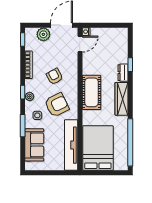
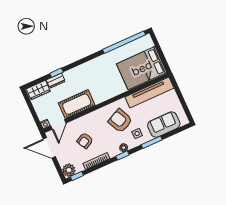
plant: (43, 34) -> (69, 170), moved
door: (80, 44) -> (58, 124), swing flipped
dresser: (123, 73) -> (56, 81), moved
armchair: (55, 76) -> (85, 141), moved
cot: (92, 92) -> (77, 104), moved
wardrobe: (122, 99) -> (38, 90), moved, width x0.67

